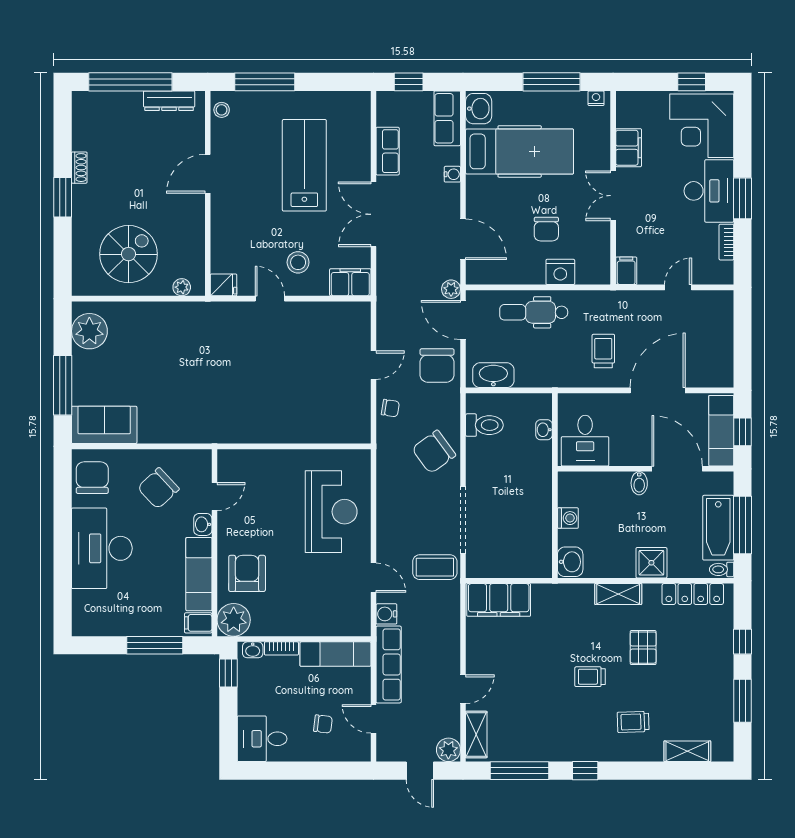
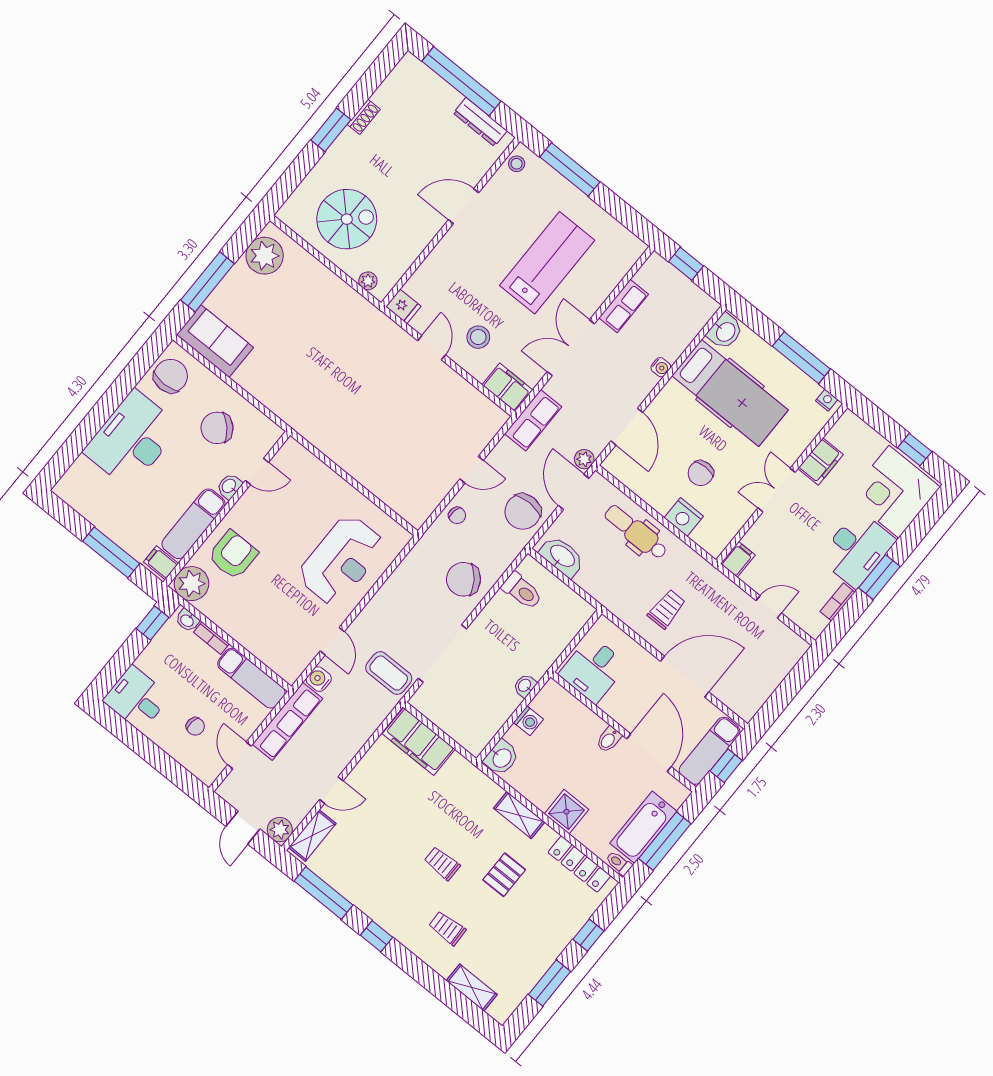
row of seats: (447, 118) -> (533, 420), moved, turned 180
washbasin: (544, 430) -> (525, 686), moved

